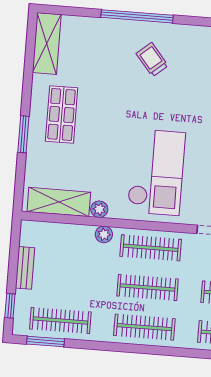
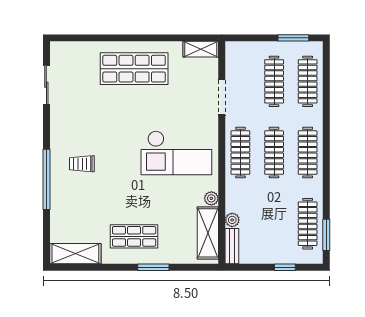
trolley: (152, 60) -> (82, 164), turned 40
checkout: (156, 172) -> (176, 153), turned 180
plant: (104, 234) -> (232, 220), moved
bench: (25, 268) -> (232, 246), moved, turned 90
window: (10, 306) -> (285, 267), moved

